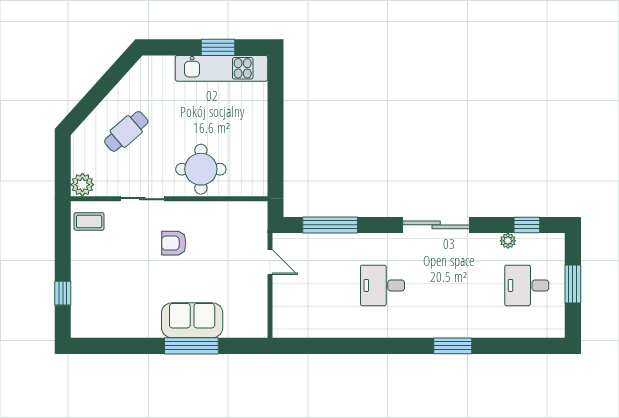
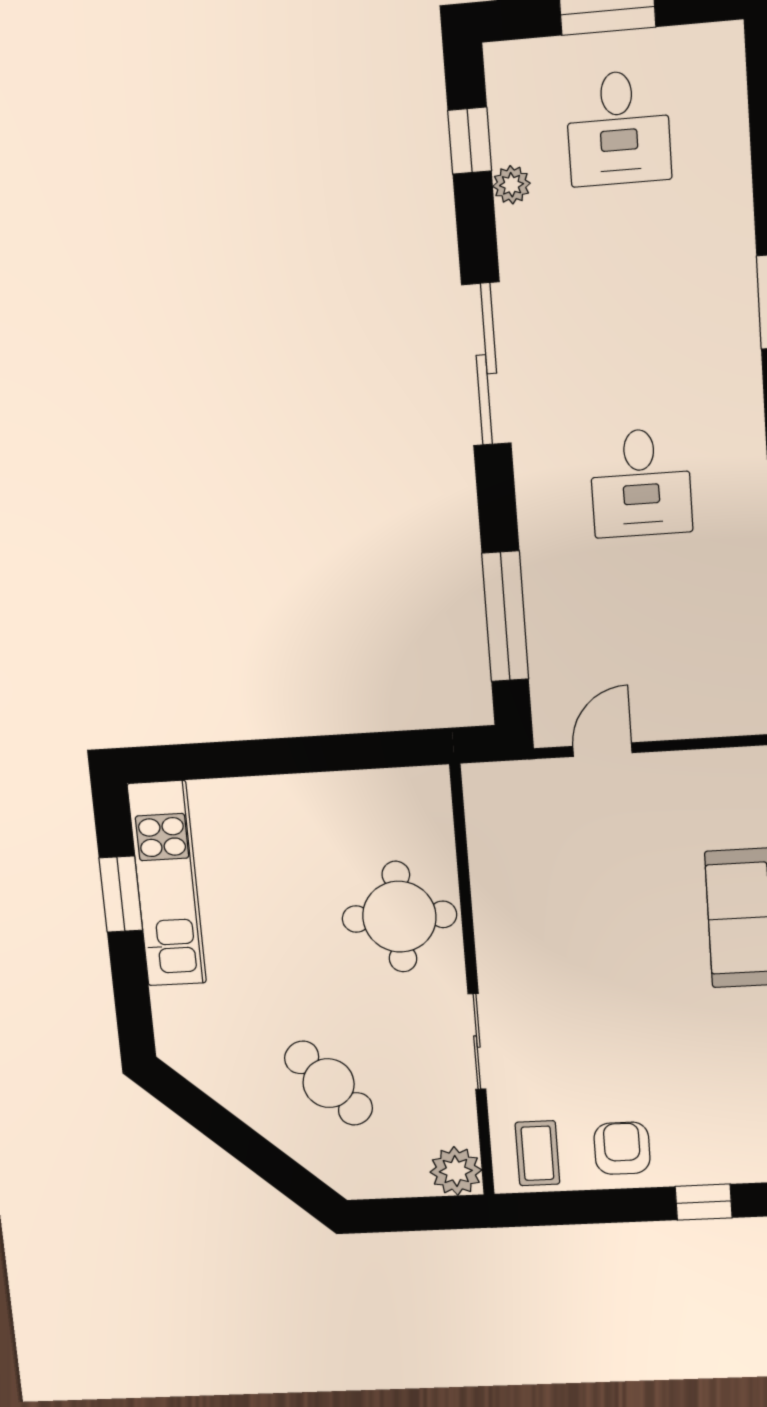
armchair: (174, 243) -> (622, 1148), moved, turned 180

